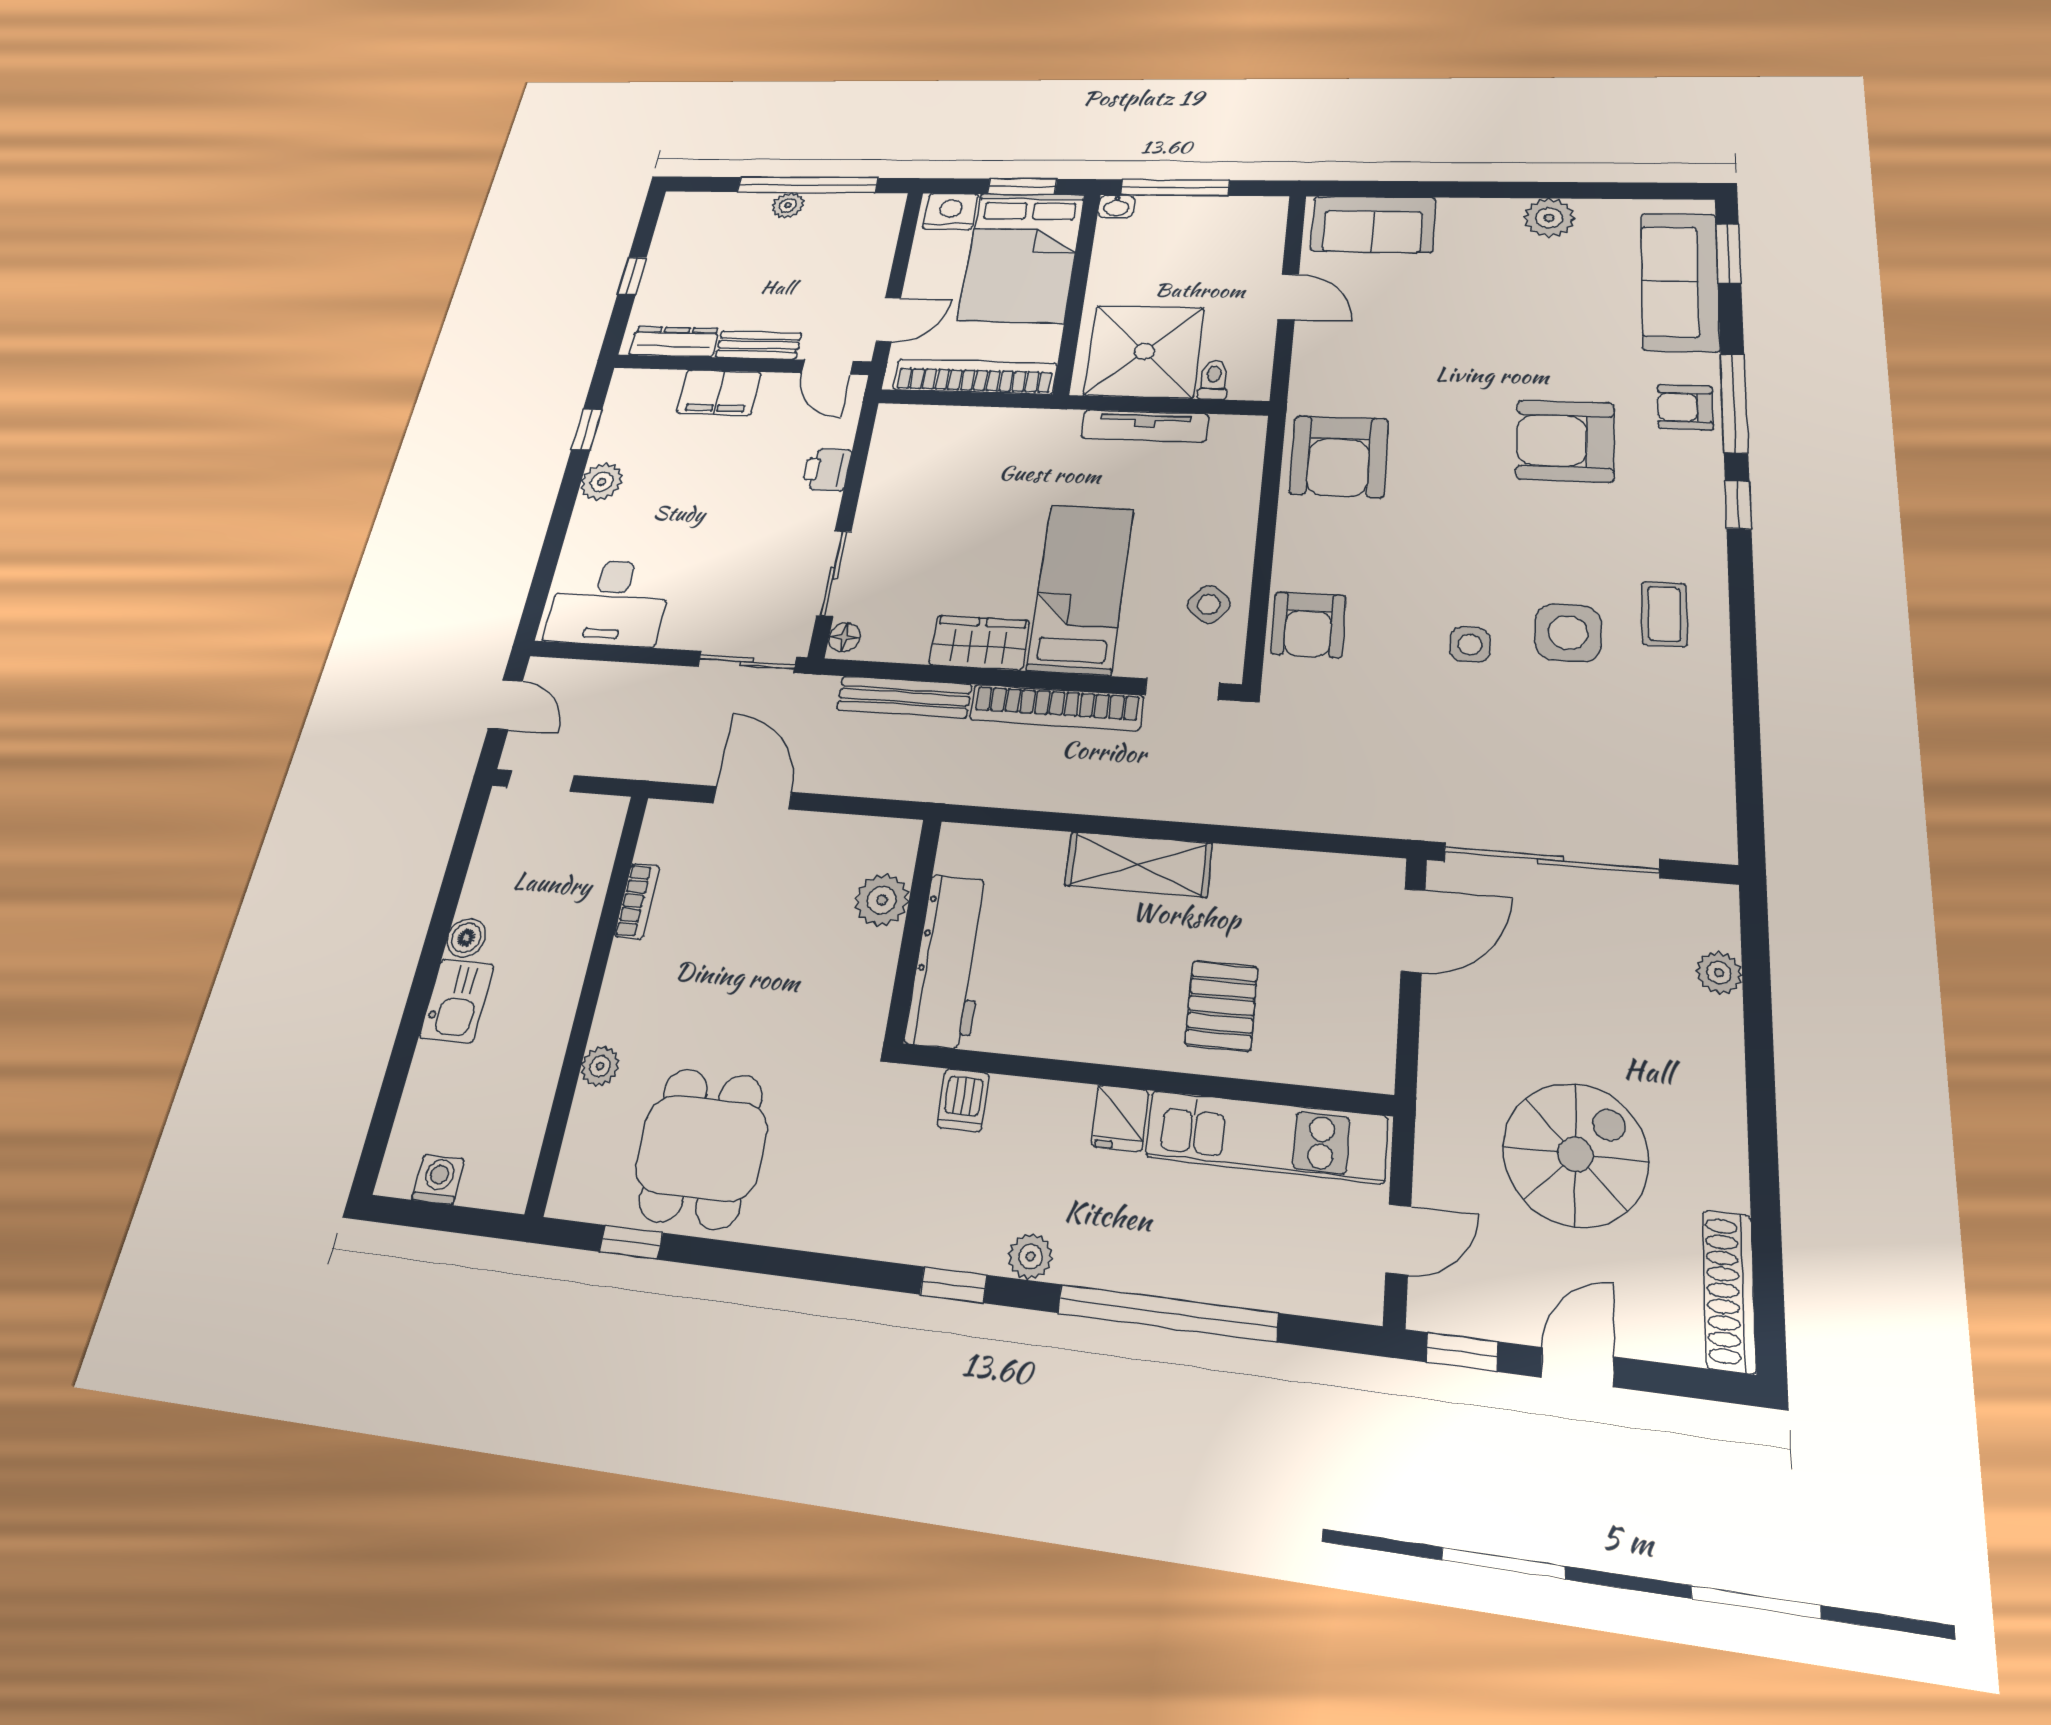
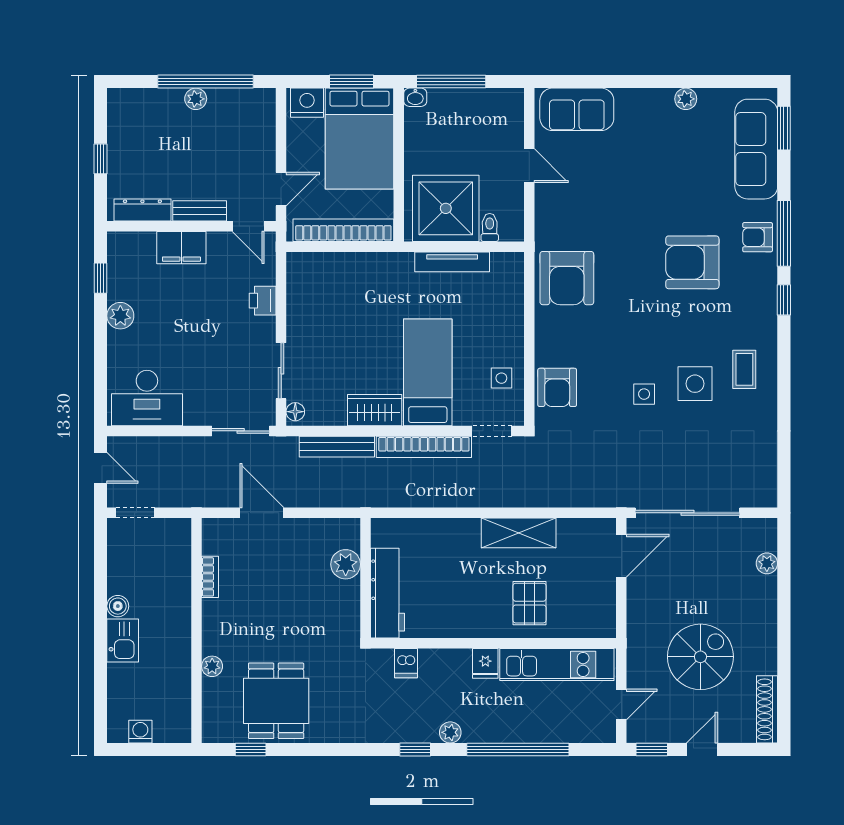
plant: (1549, 218) -> (686, 99), width x0.73, depth x0.73
side table: (1209, 604) -> (501, 378), turned -38
shelving: (1138, 864) -> (519, 533), moved

